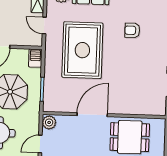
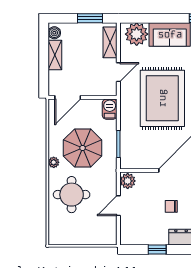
door: (44, 26) -> (118, 72), swing flipped
chair: (87, 146) -> (171, 206), added

